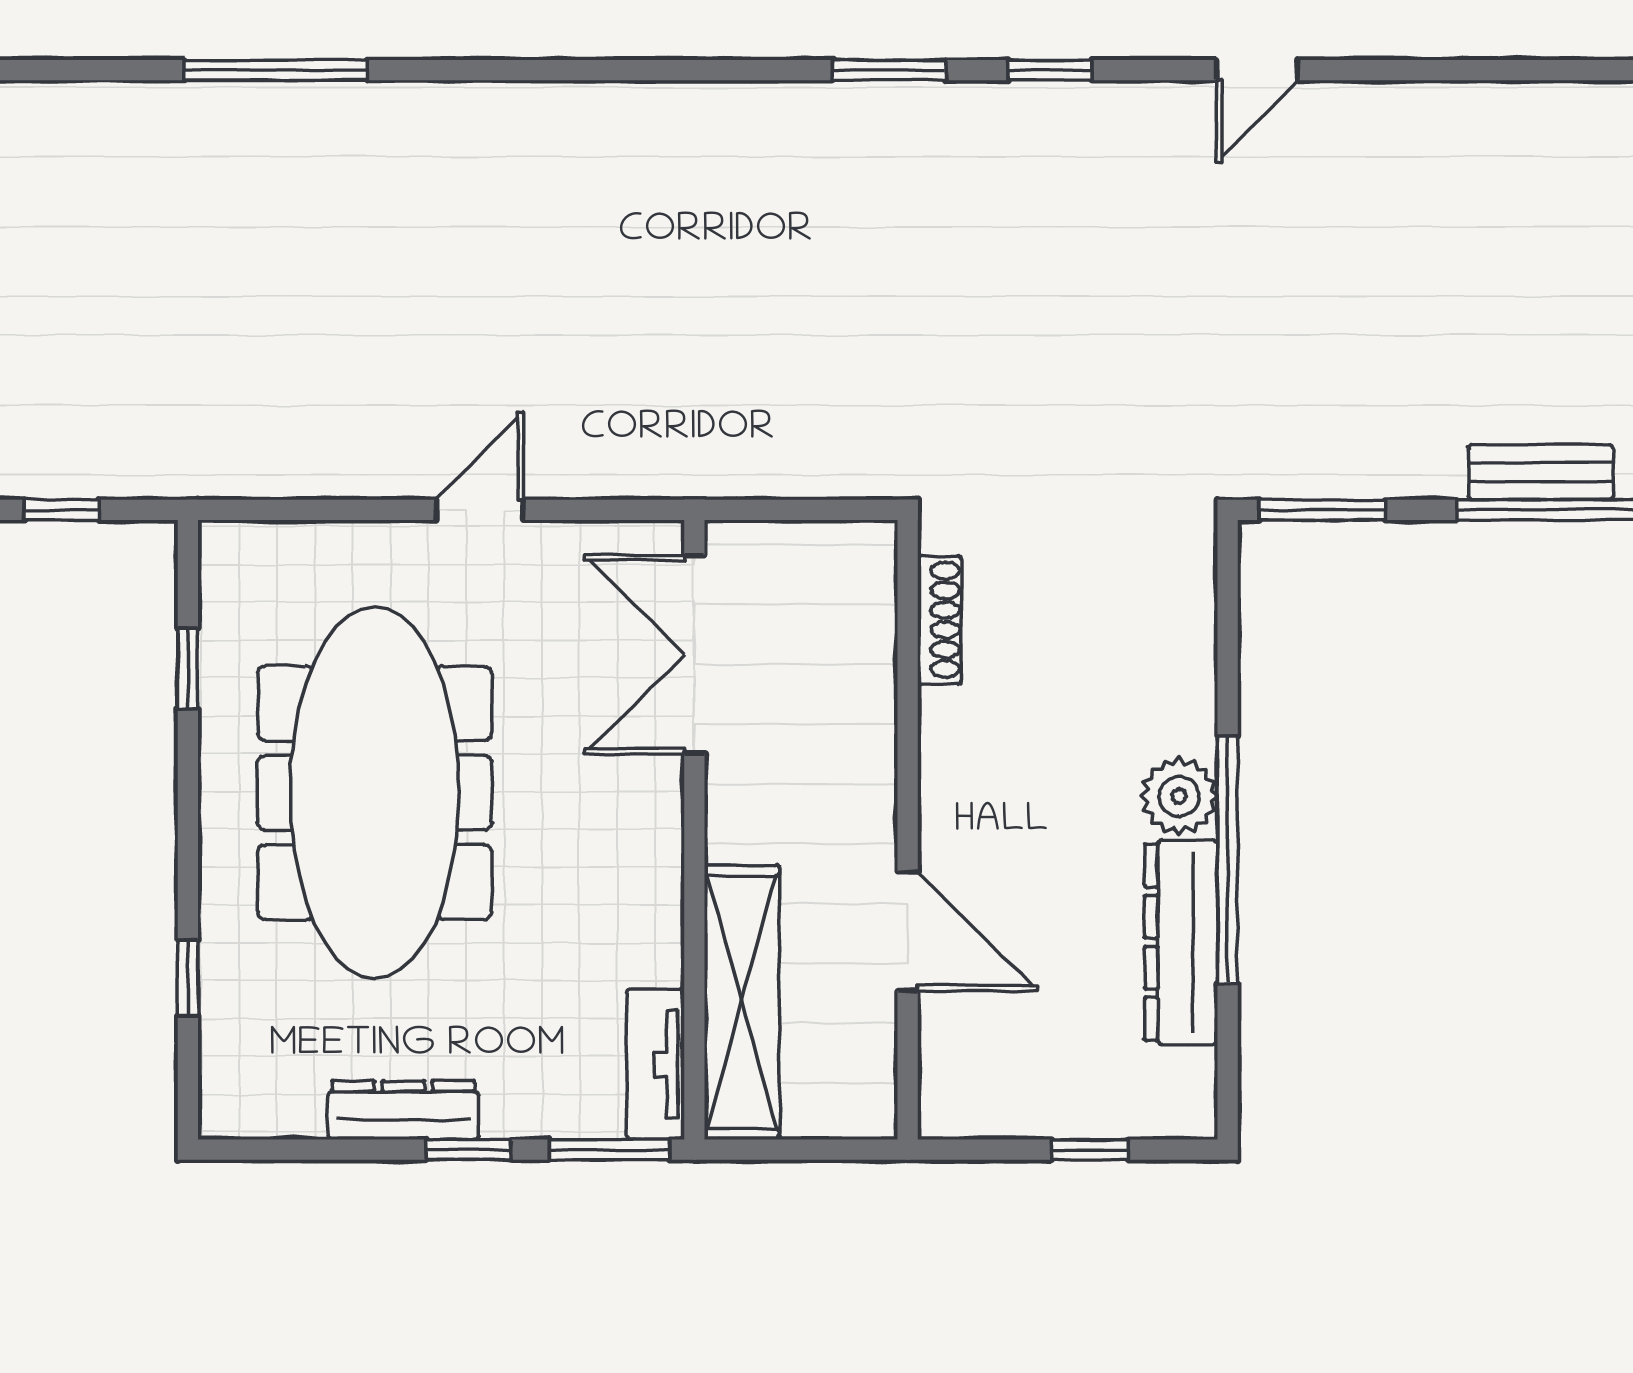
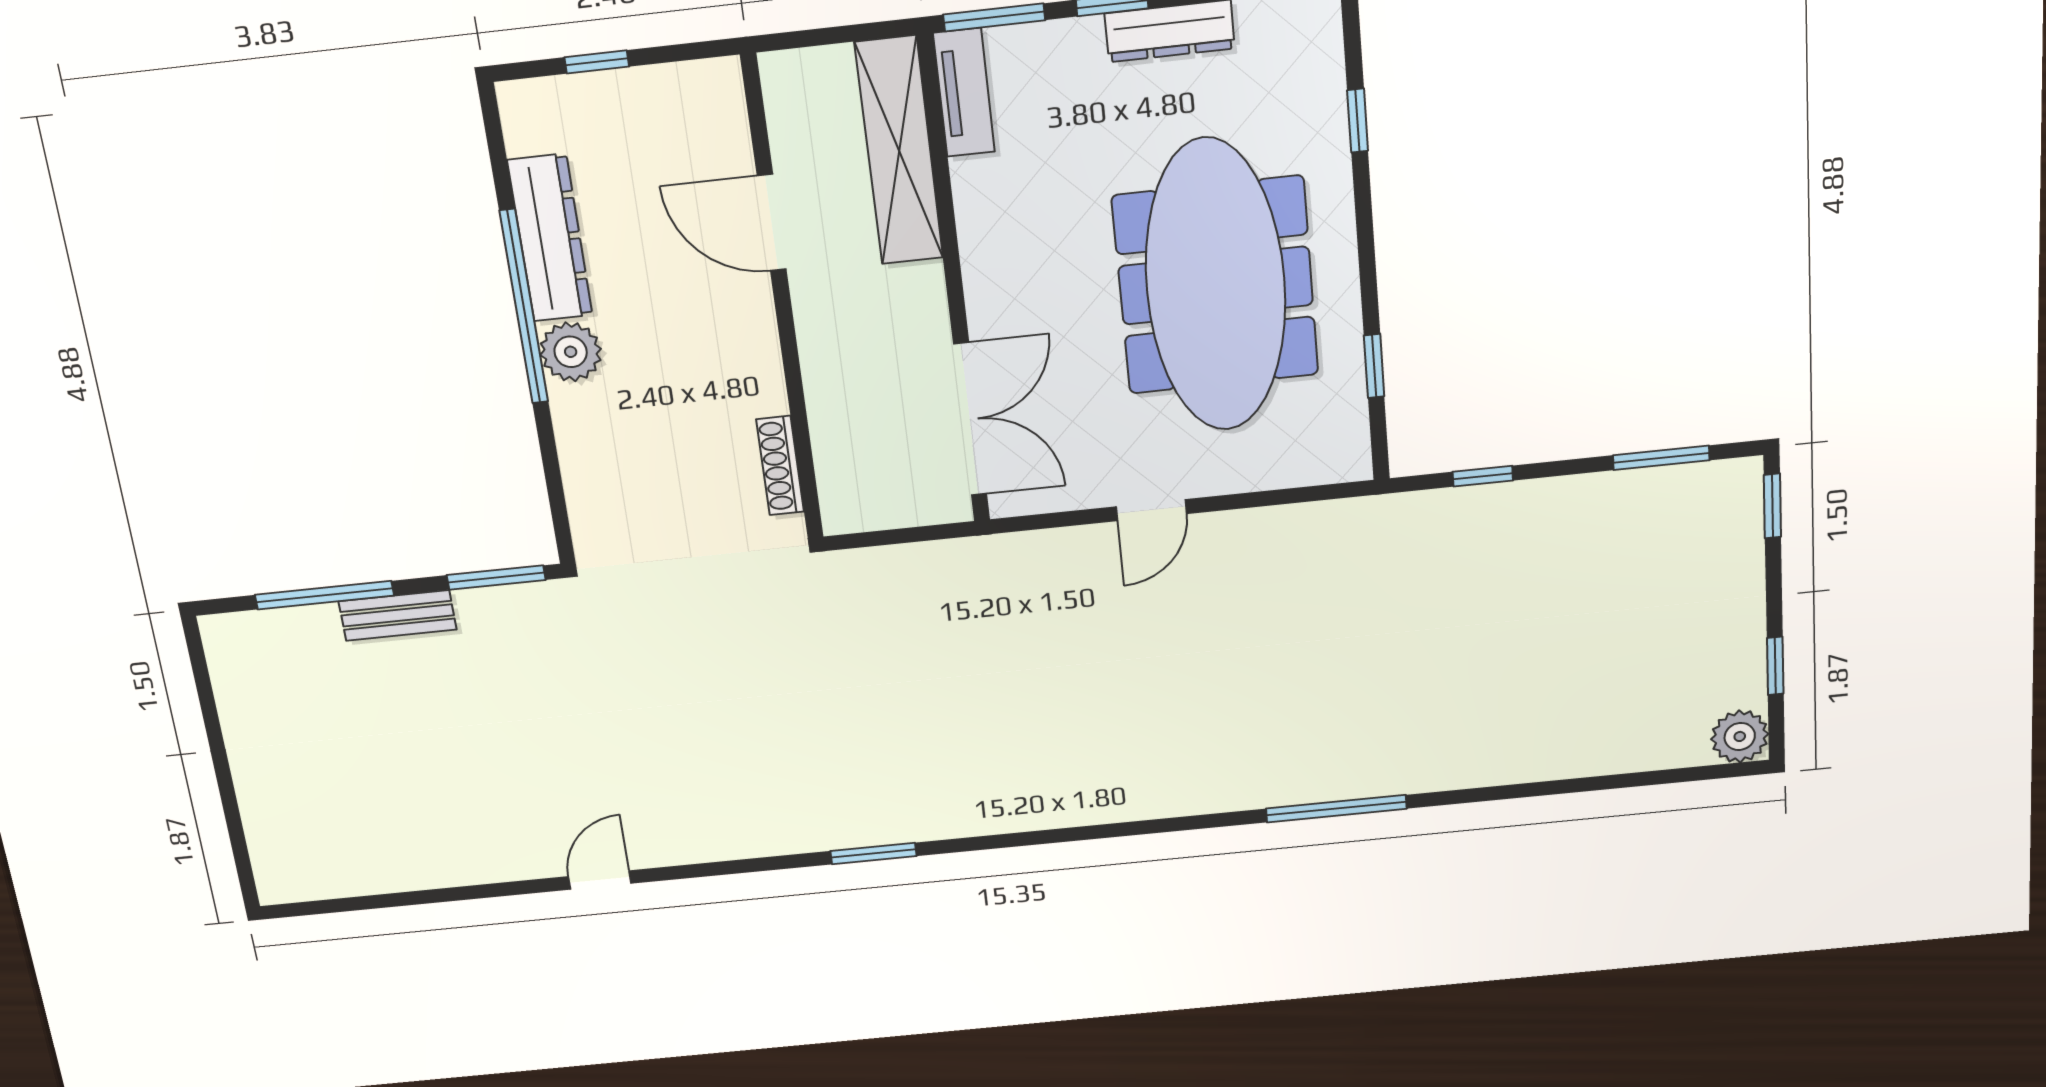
window: (1050, 70) -> (753, 865), removed
bench: (1541, 472) -> (398, 615), moved

